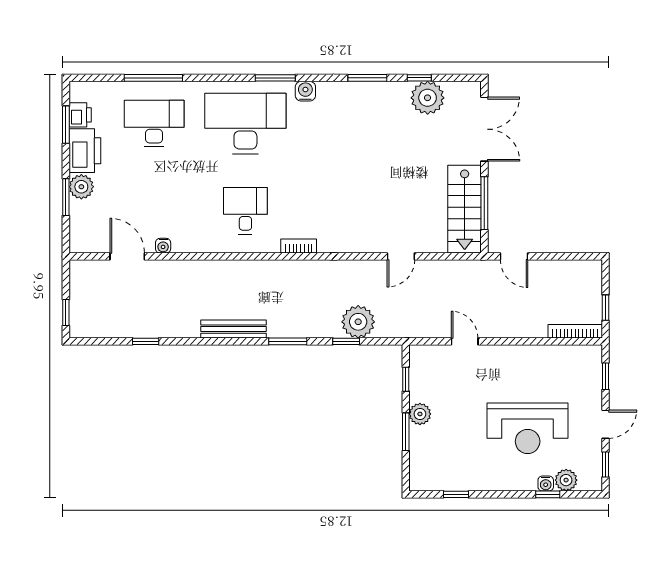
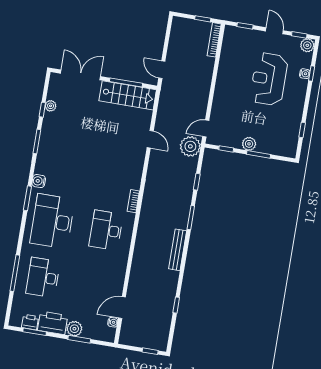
plant: (428, 98) -> (51, 106), width x0.53, depth x0.53
desk: (245, 211) -> (106, 230), width x1.37
water cooler: (163, 246) -> (113, 322), moved
door: (514, 256) -> (162, 70), swing flipped
plant: (358, 322) -> (190, 146), moved
door: (465, 341) -> (206, 129), moved
reception desk: (528, 428) -> (269, 79), turned 180
plant: (566, 480) -> (307, 45), moved

